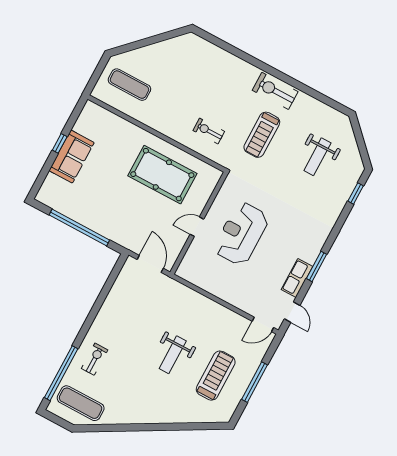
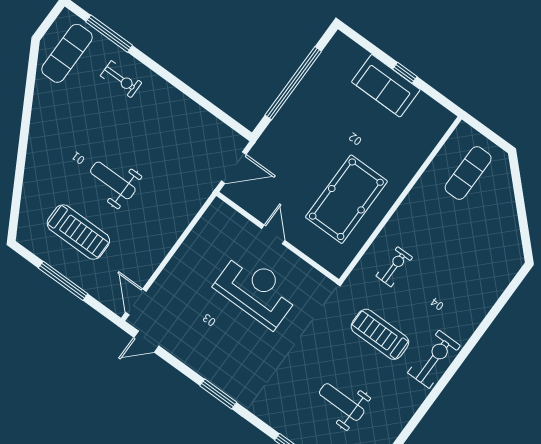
window: (317, 266) -> (218, 394), moved
row of seats: (297, 278) -> (189, 354), removed
window: (61, 373) -> (109, 34), width x0.68

